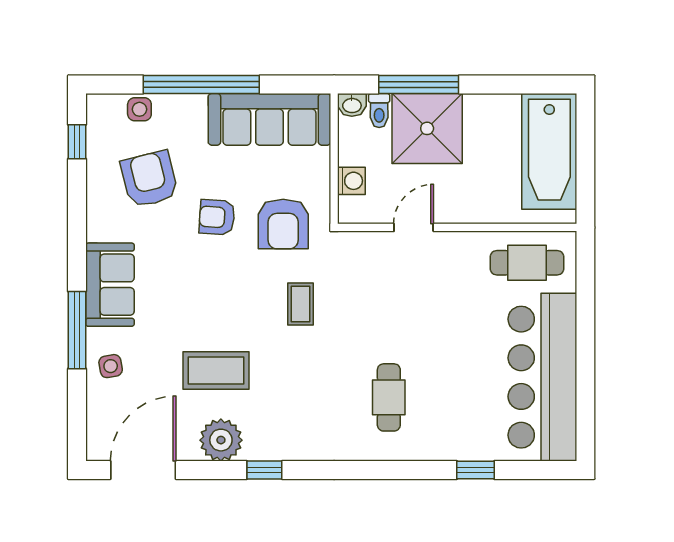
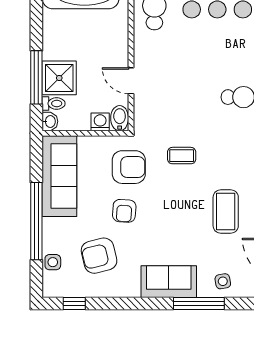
shower: (427, 128) -> (59, 78), width x0.73, depth x0.73
bidet: (357, 210) -> (120, 118), added

